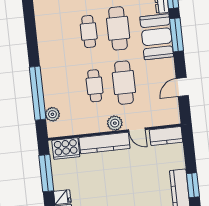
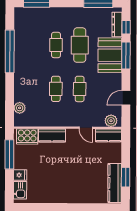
cafe table: (124, 83) -> (80, 89), width x0.73, depth x0.74
window: (38, 93) -> (10, 51), moved
plant: (115, 123) -> (111, 121), moved
kitchen counter: (104, 143) -> (52, 135), width x0.67

